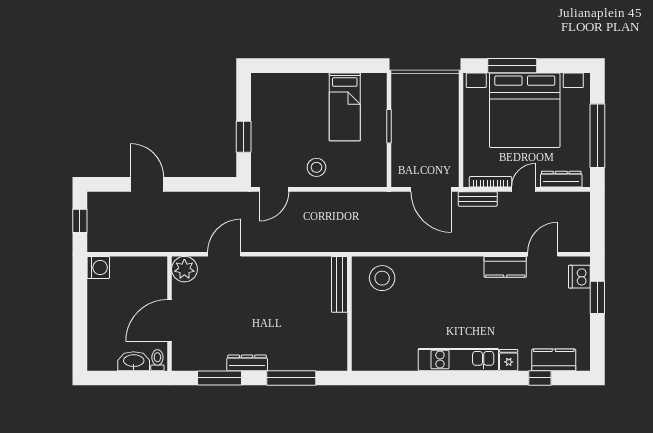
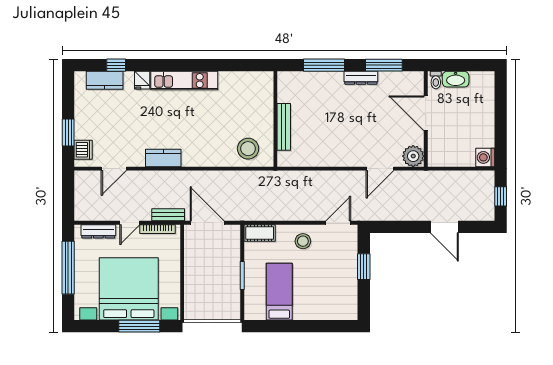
cot: (368, 177) -> (260, 233), added
kitchen counter: (505, 267) -> (163, 158), moved
bench: (339, 284) -> (284, 127), moved
door: (170, 320) -> (426, 113), swing flipped

